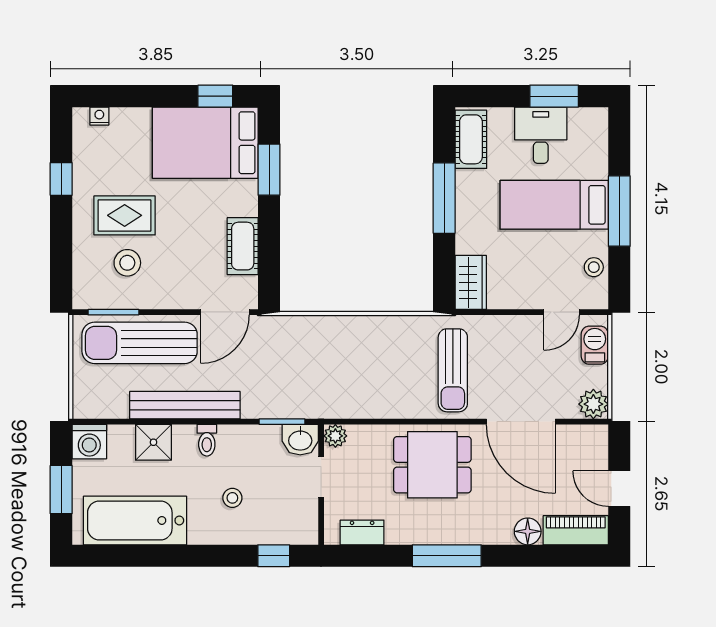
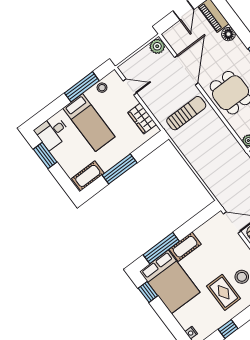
desk: (541, 135) -> (52, 132), moved
window: (269, 170) -> (161, 248), width x1.44
window: (619, 211) -> (82, 87), moved
cot: (243, 246) -> (185, 247), moved
wardrobe: (471, 282) -> (142, 118), moved, turned -90
barbecue: (595, 345) -> (133, 64), removed

